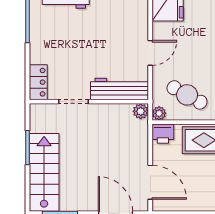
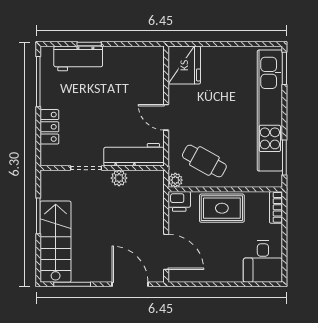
door: (150, 53) -> (166, 117), swing flipped
locker: (38, 82) -> (49, 127), moved
plant: (141, 111) -> (119, 178), moved

